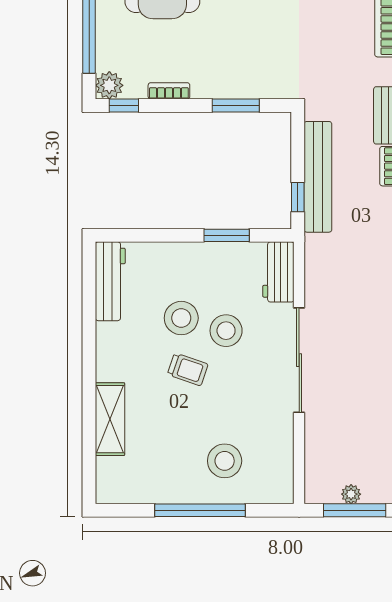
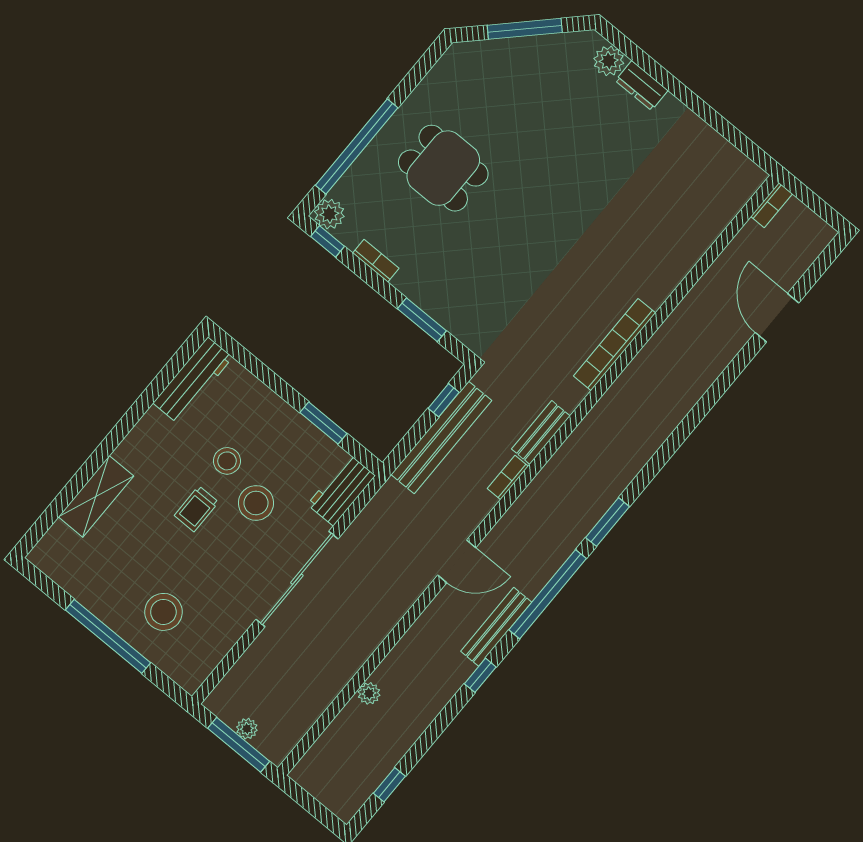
window: (298, 197) -> (444, 400), moved
stool: (181, 318) -> (227, 461), width x0.73, depth x0.73
trolley: (188, 369) -> (196, 509), turned 71

